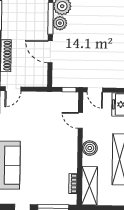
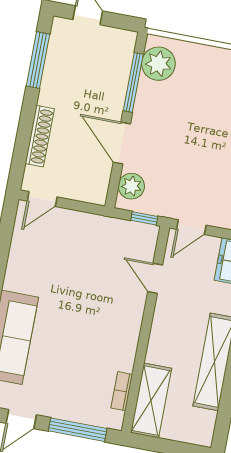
plant: (60, 23) -> (131, 186), moved
door: (95, 90) -> (191, 227), hinge flipped
boiler: (90, 148) -> (164, 332), removed

